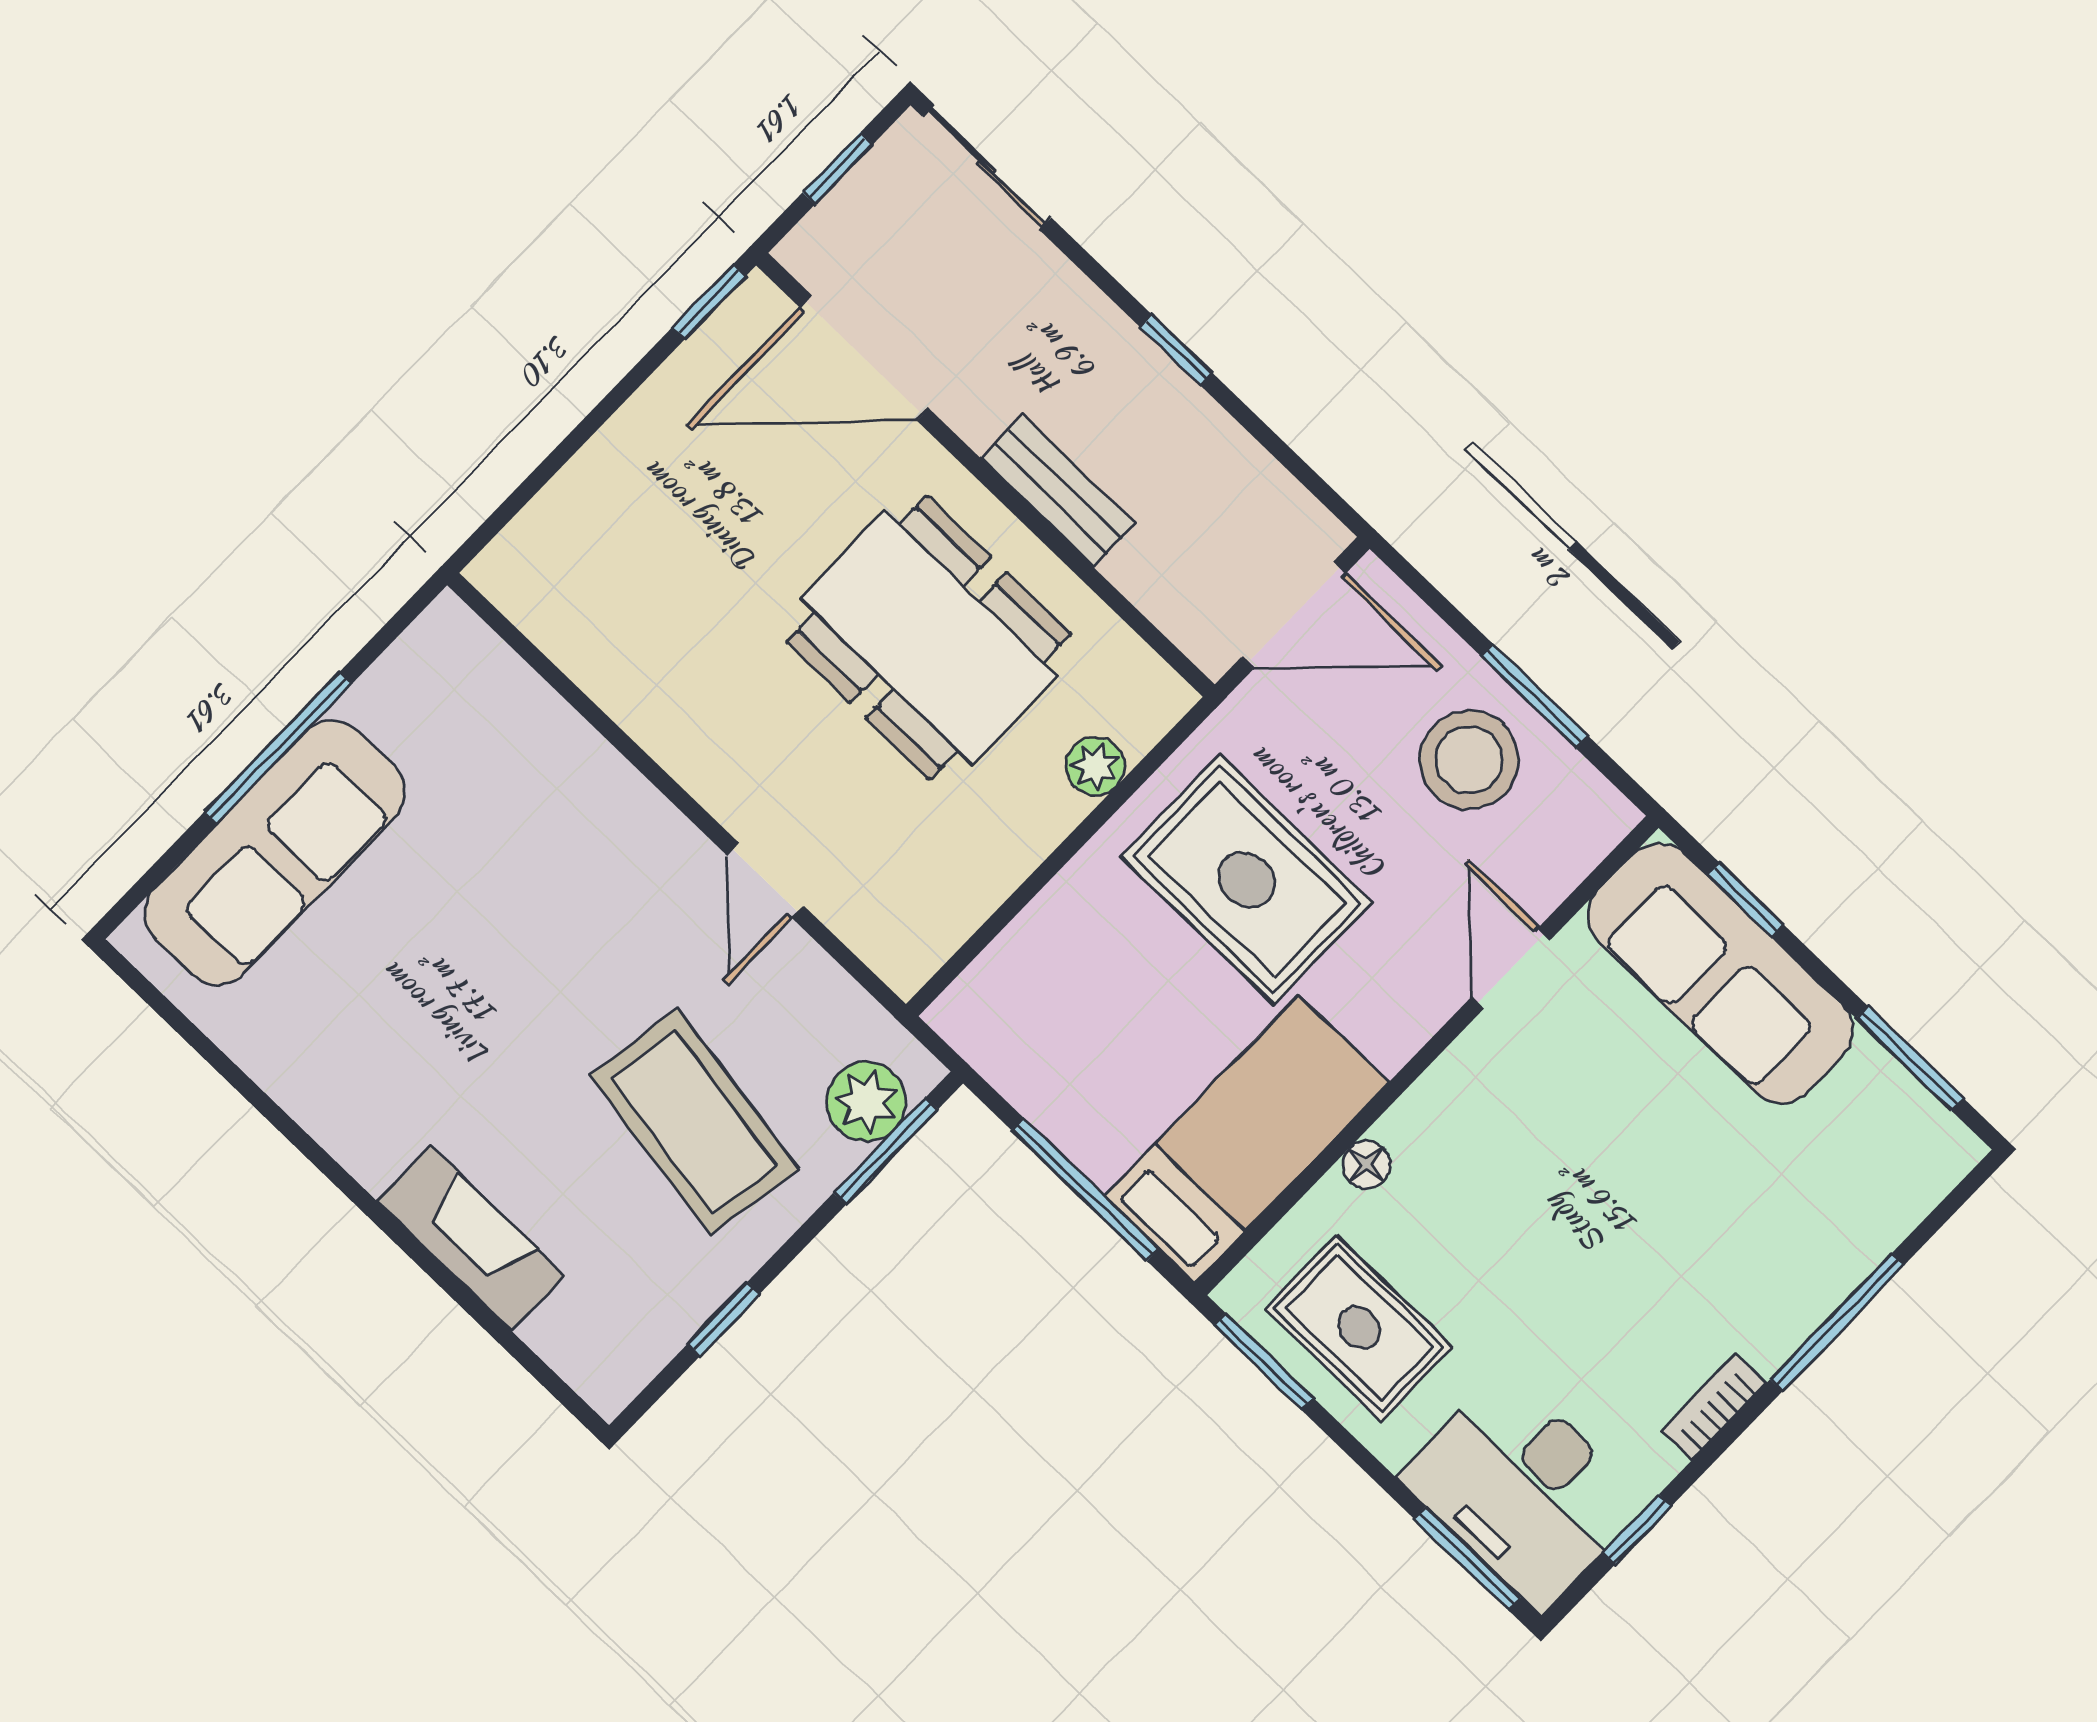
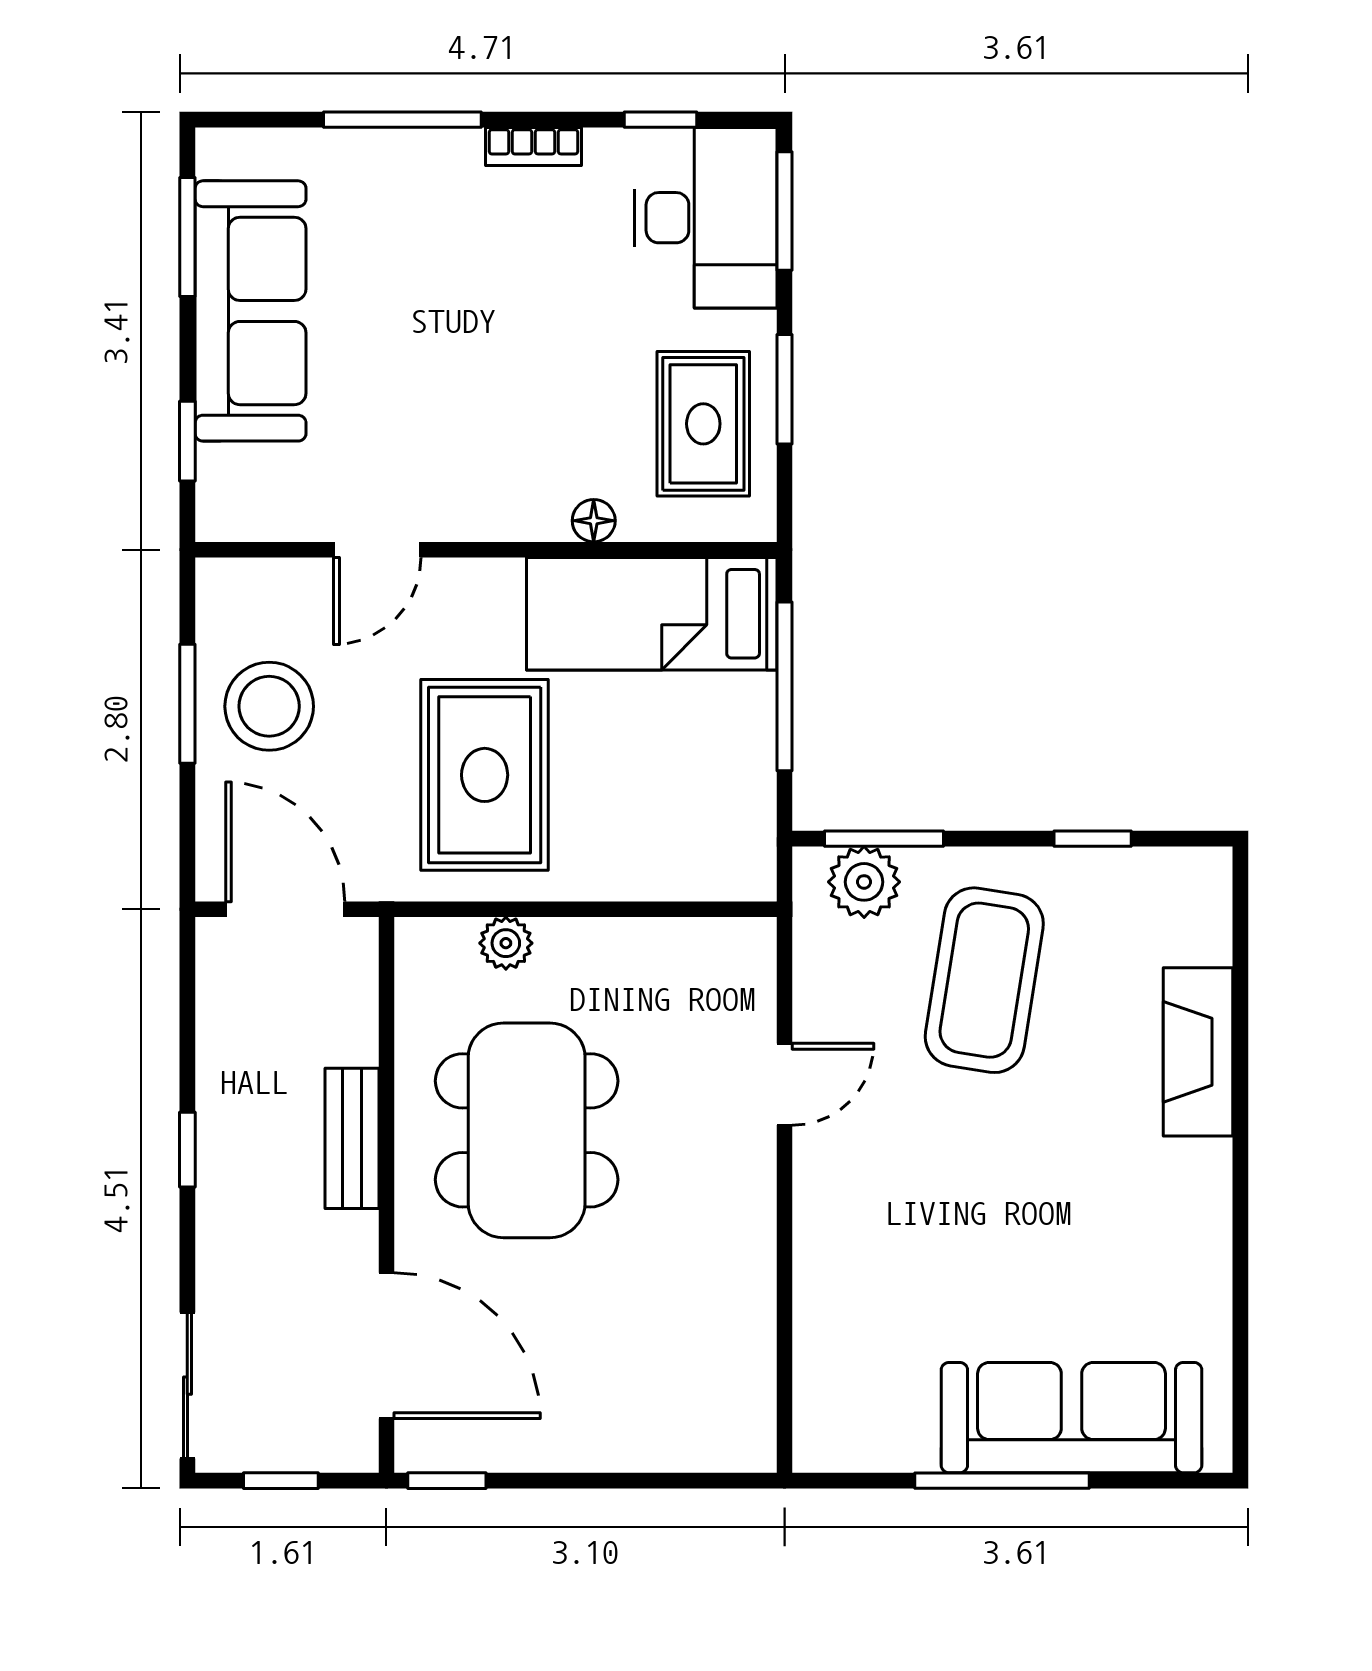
sofa: (1720, 973) -> (251, 311), moved
window: (1263, 1361) -> (785, 389), moved

